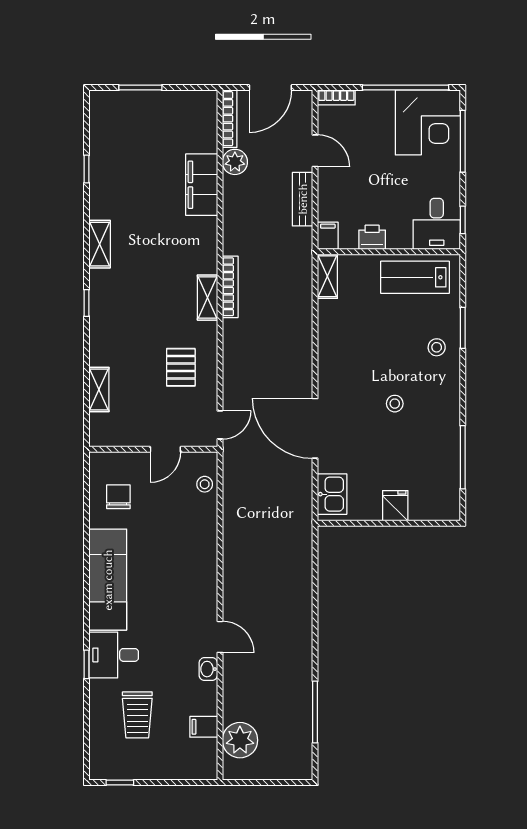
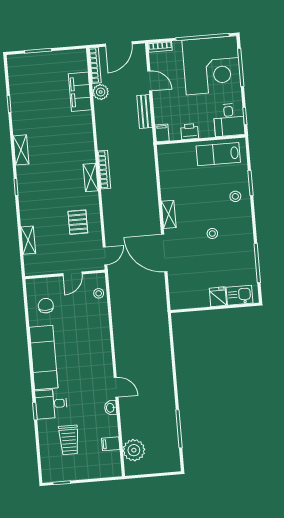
corner desk: (428, 122) -> (212, 65), width x1.36, depth x1.36
filing cabinet: (202, 185) -> (80, 92), moved
shelving: (327, 276) -> (169, 214), moved
kitchen sink: (332, 494) -> (240, 295), moved, turned -90

